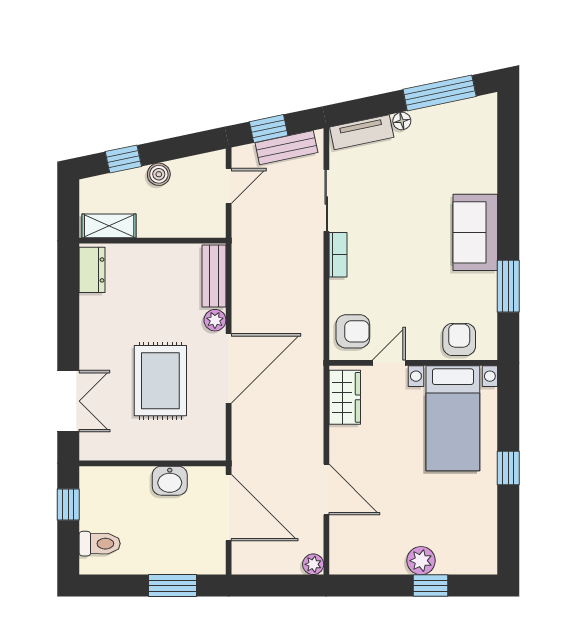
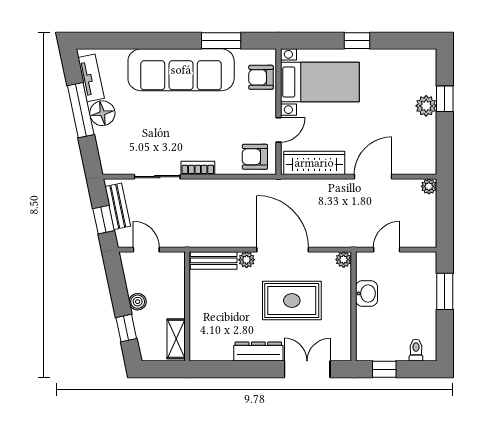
window: (440, 93) -> (81, 110), moved
floor lamp: (402, 121) -> (102, 113), width x1.89, depth x1.89
tv unit: (362, 132) -> (91, 78), moved
sofa: (475, 232) -> (181, 70), width x1.85, depth x1.27
dresser: (92, 270) -> (258, 352), moved, width x1.44
armchair: (353, 331) -> (255, 157), turned -90
door: (389, 363) -> (278, 130), swing flipped
wardrobe: (345, 397) -> (314, 163), width x1.50
plant: (215, 450) -> (344, 260), added
door: (229, 508) -> (387, 250), width x0.53
toilet: (100, 544) -> (416, 350), width x0.73, depth x0.72

